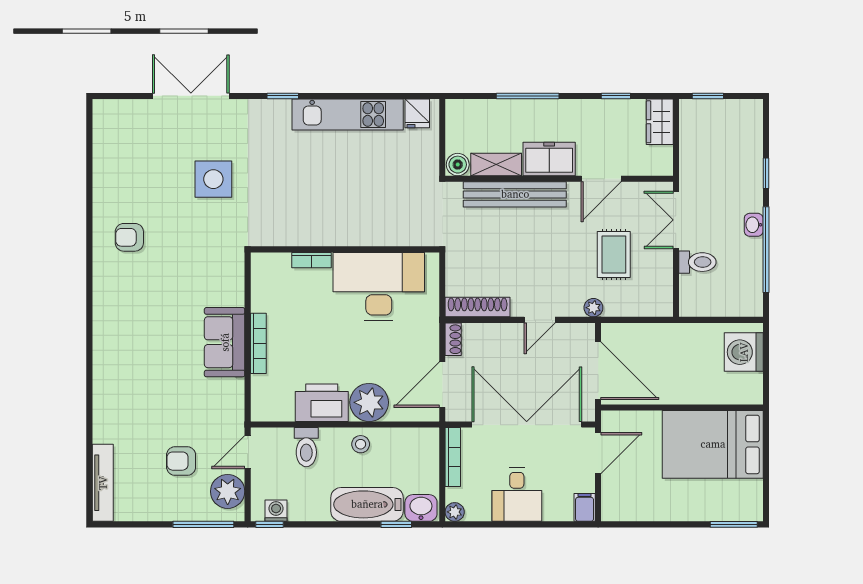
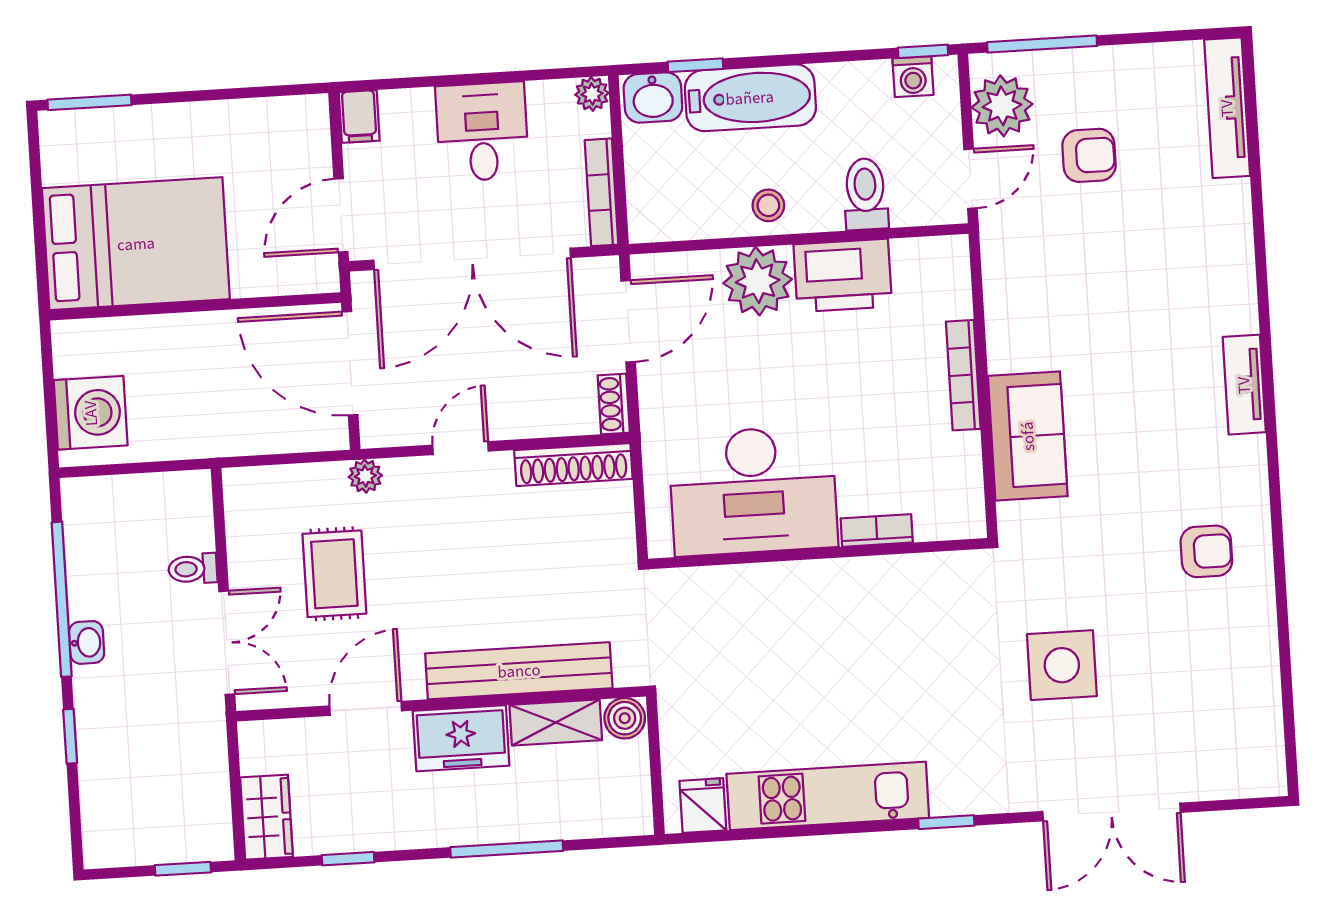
toilet: (697, 262) -> (193, 569), width x0.73, depth x0.72
tv unit: (103, 329) -> (1244, 385), added
sofa: (225, 342) -> (1028, 436), moved

